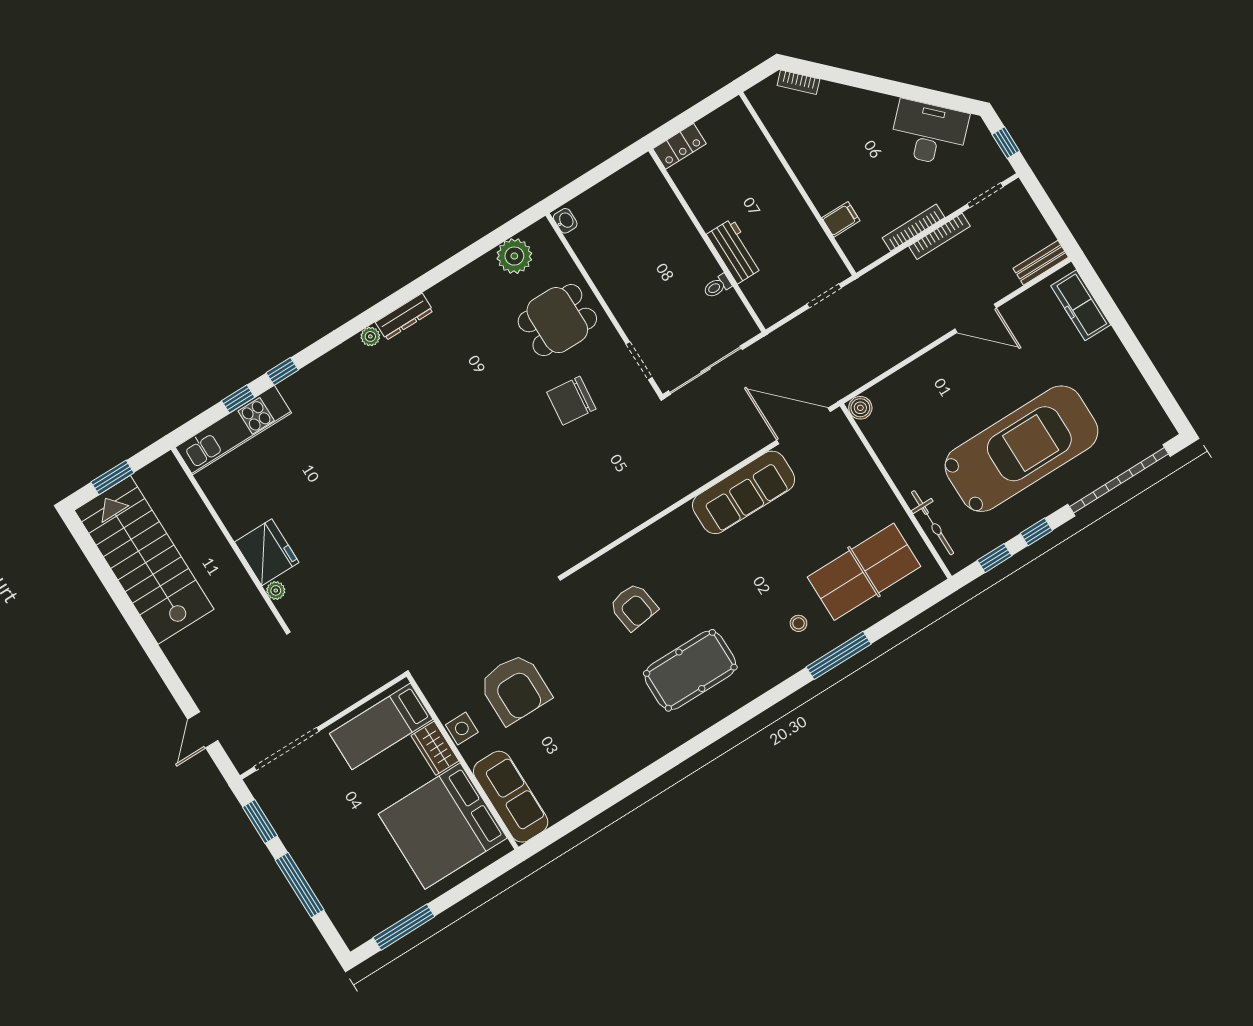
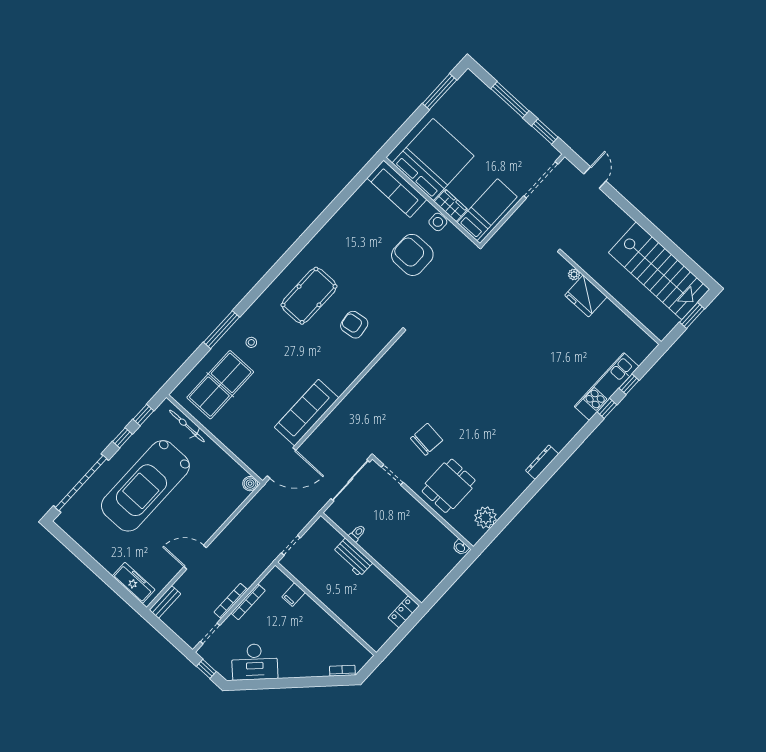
plant: (370, 336) -> (559, 444), removed
kitchen unit: (233, 430) -> (607, 386), moved

